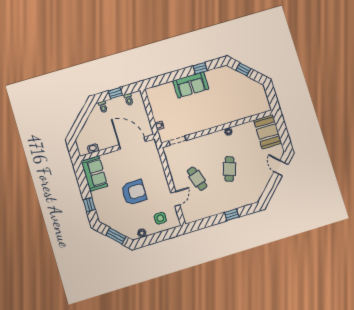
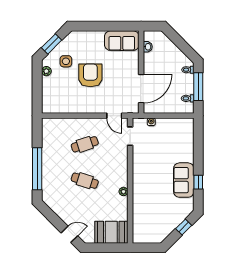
sofa: (191, 85) -> (184, 180), moved
window: (115, 93) -> (198, 87), width x2.17
armchair: (134, 192) -> (90, 75), turned 180
door: (175, 199) -> (114, 116), moved
window: (89, 205) -> (92, 26), removed
window: (232, 215) -> (37, 169), width x3.17
side table: (160, 218) -> (66, 61), moved

